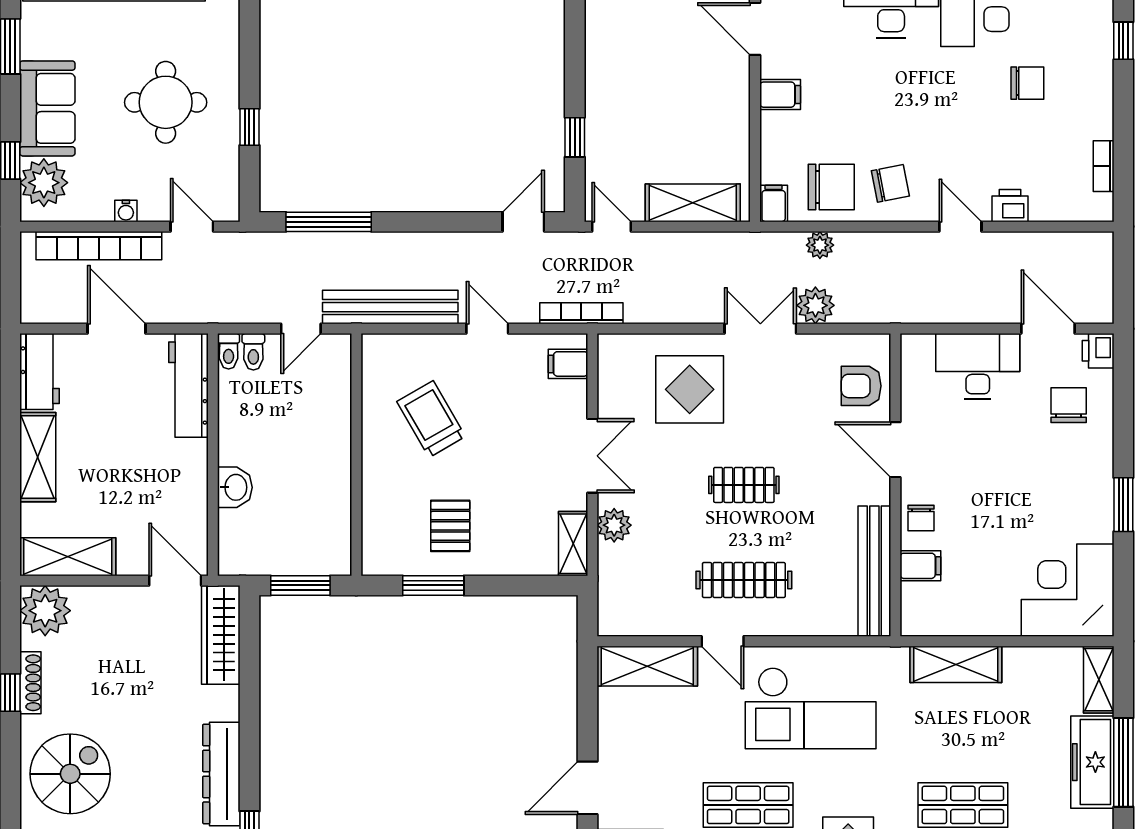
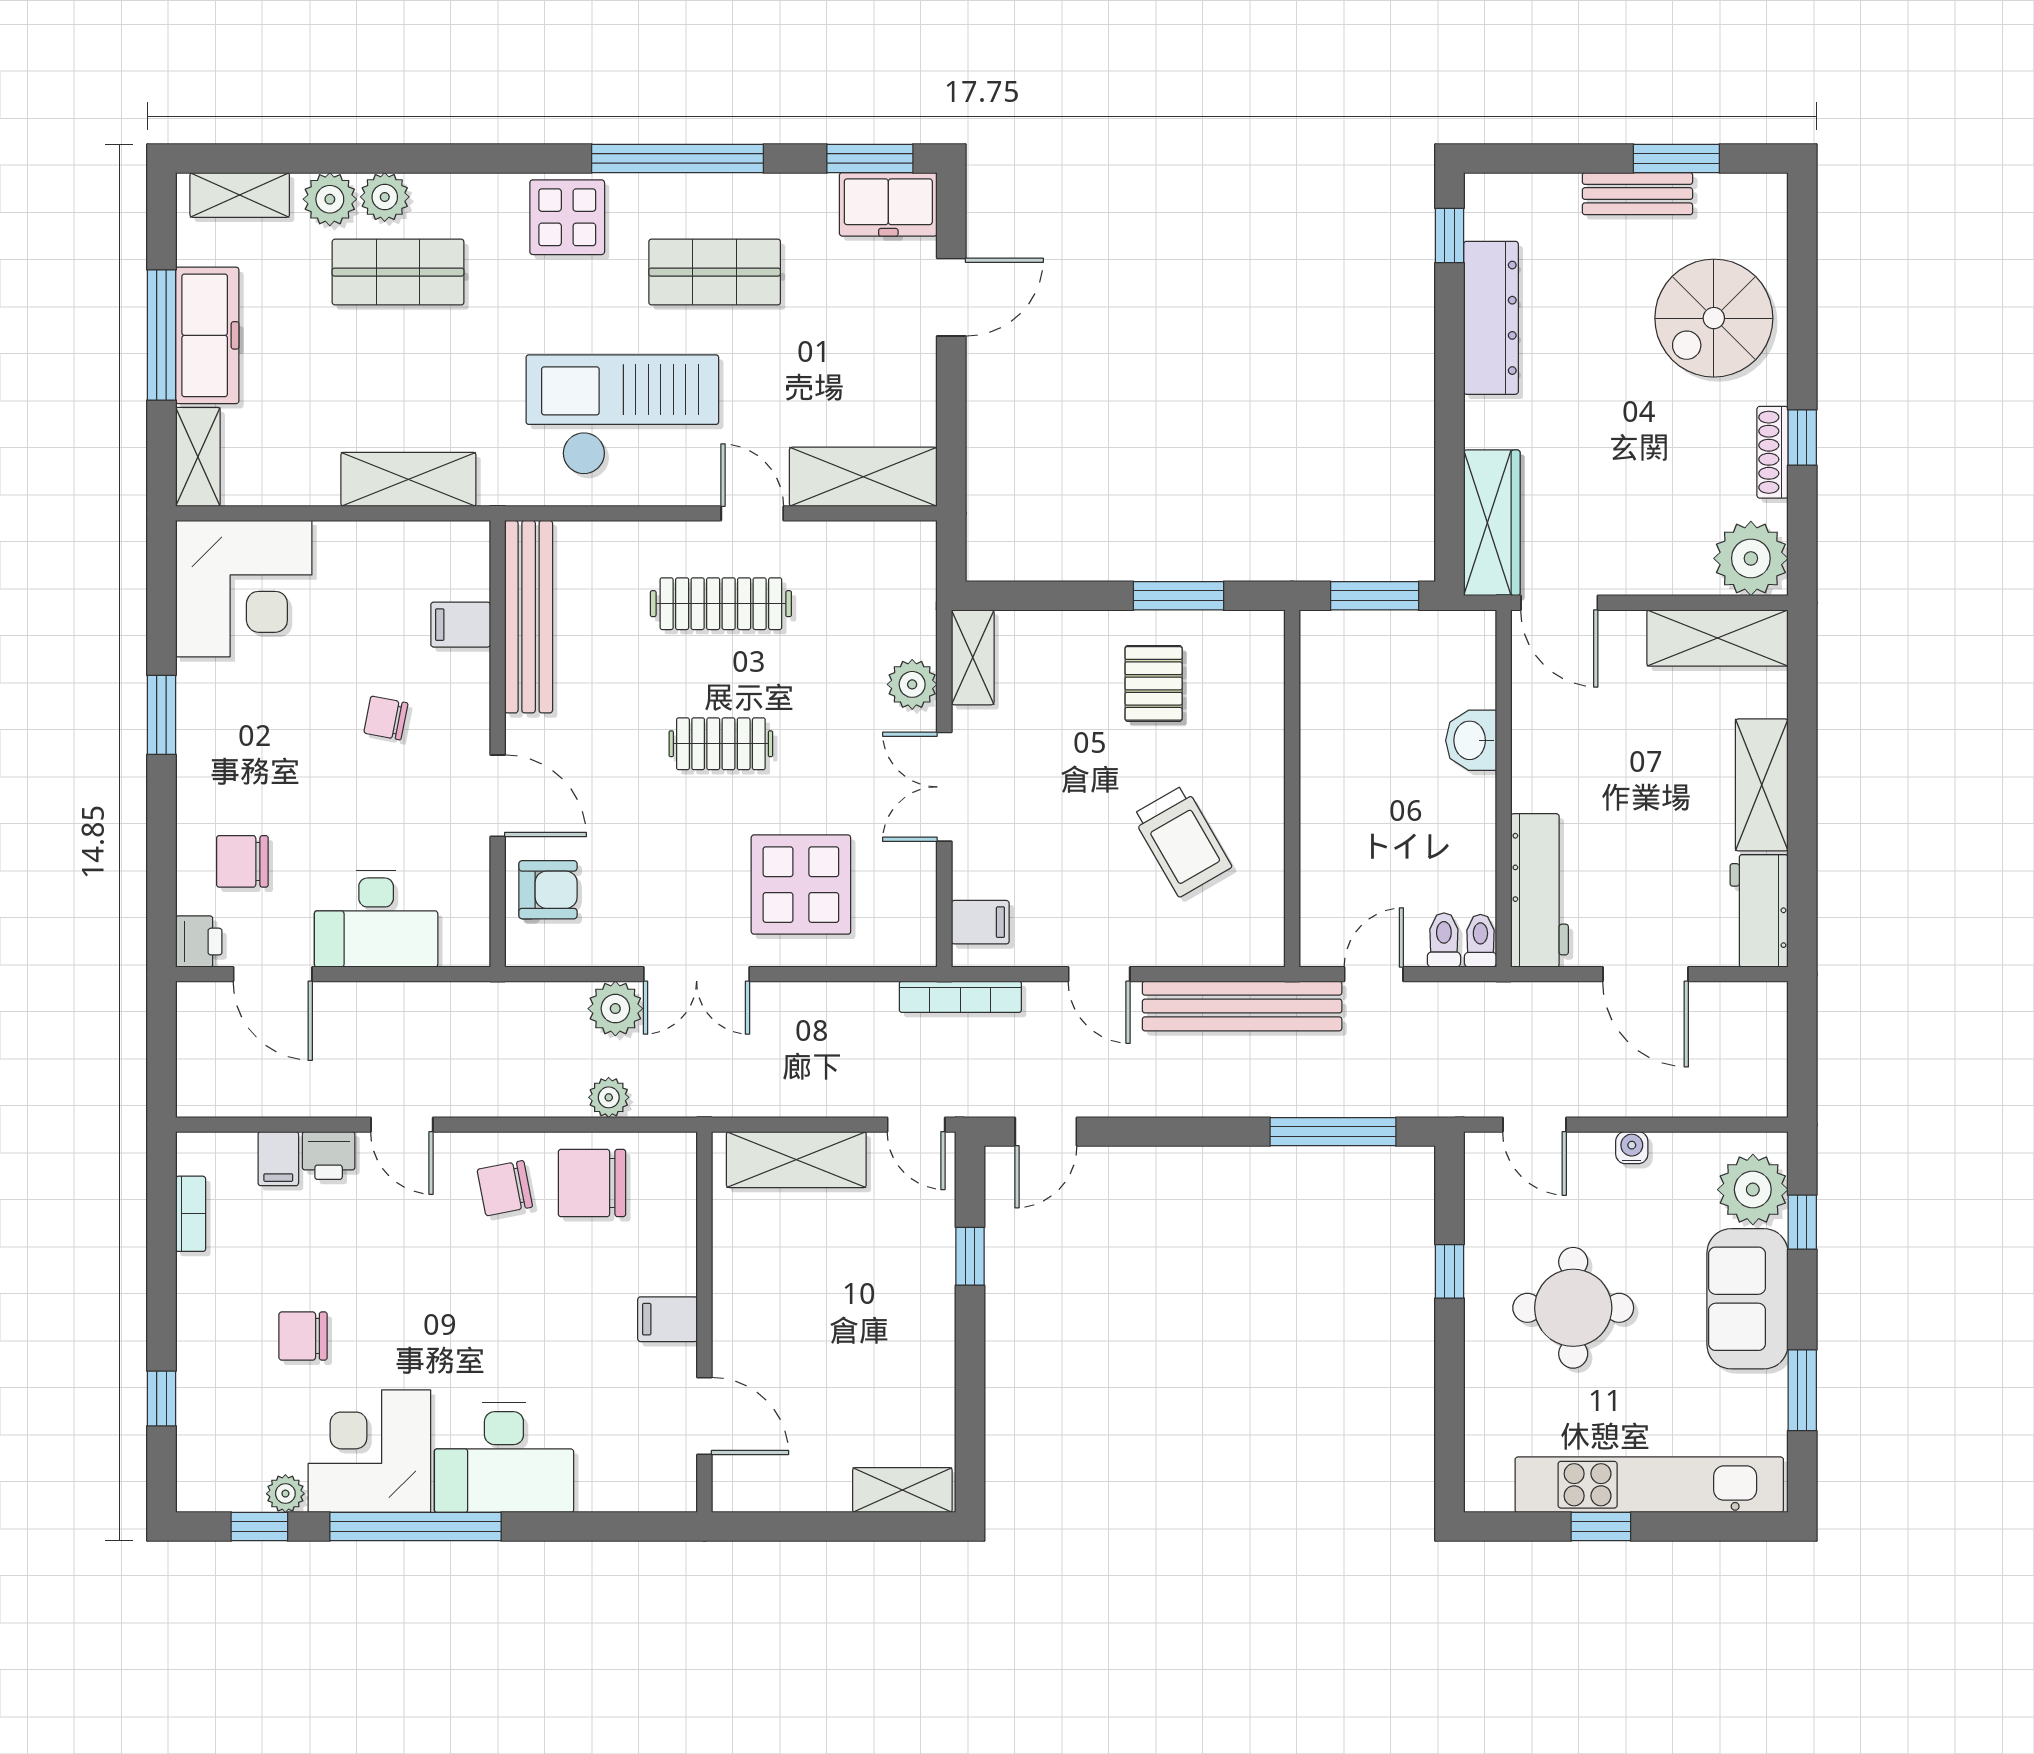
filing cabinet: (774, 203) -> (278, 1159), moved
bookcase: (99, 246) -> (1672, 1097), removed
chair: (1069, 405) -> (242, 861), turned 90
chair: (921, 518) -> (386, 718), moved, turned -79

